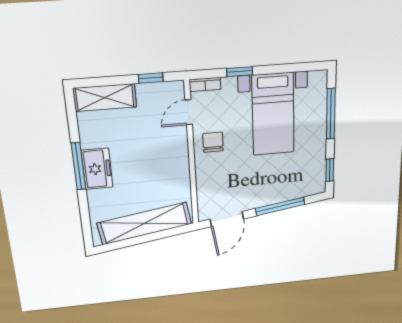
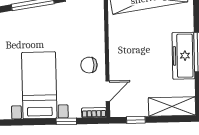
chair: (213, 142) -> (89, 65), turned 90
freezer: (97, 169) -> (183, 56), width x1.40

